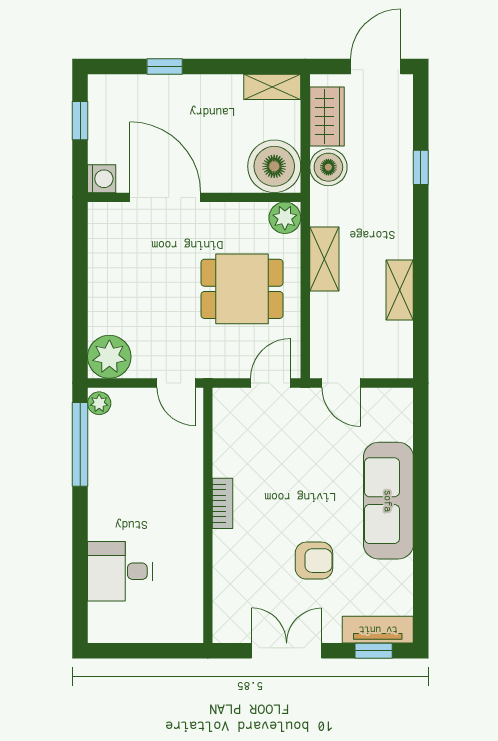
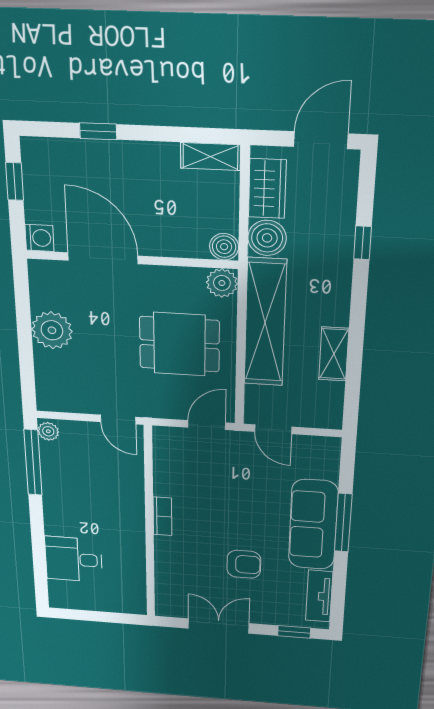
boiler: (274, 166) -> (224, 247), width x0.54, depth x0.54
shelving: (324, 259) -> (265, 323), width x2.20, depth x1.33
plant: (109, 357) -> (52, 330), moved
window: (421, 495) -> (343, 523), added
tv unit: (378, 630) -> (319, 596), moved, turned -90

